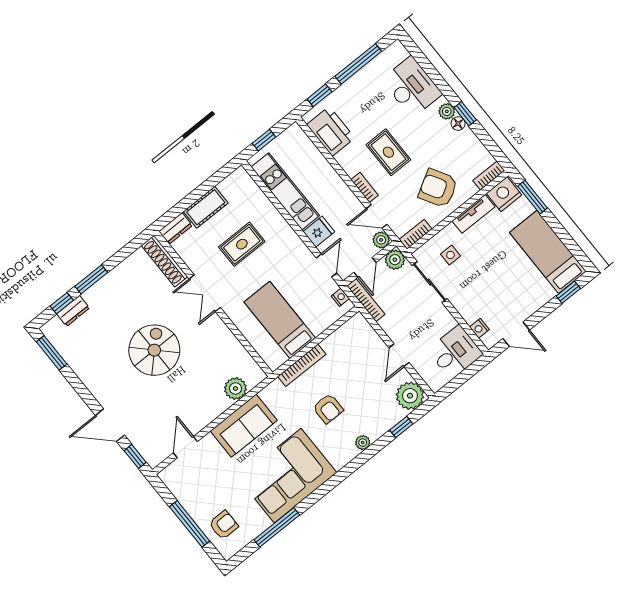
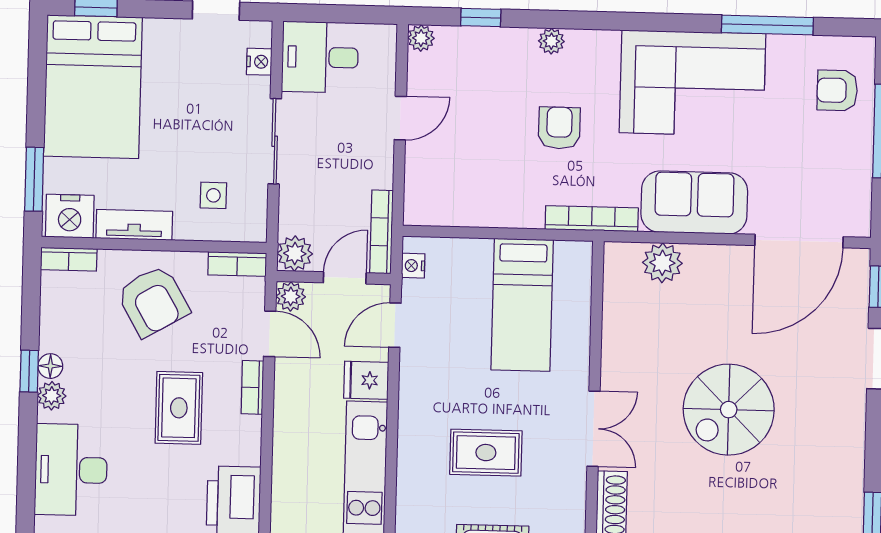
bed: (548, 252) -> (93, 87), width x1.50
sliding door: (430, 282) -> (275, 141), moved
bookcase: (302, 365) -> (592, 219), moved
plant: (410, 396) -> (421, 38), width x0.53, depth x0.53
door: (185, 447) -> (799, 241), width x1.87

